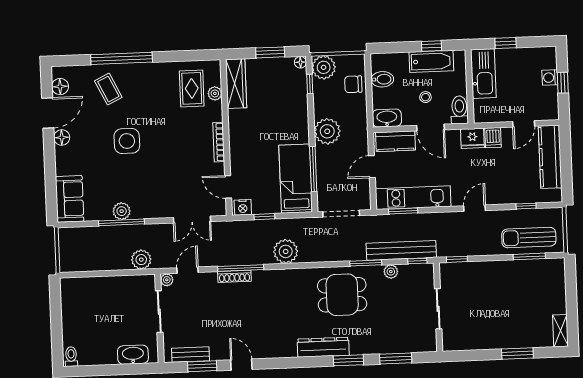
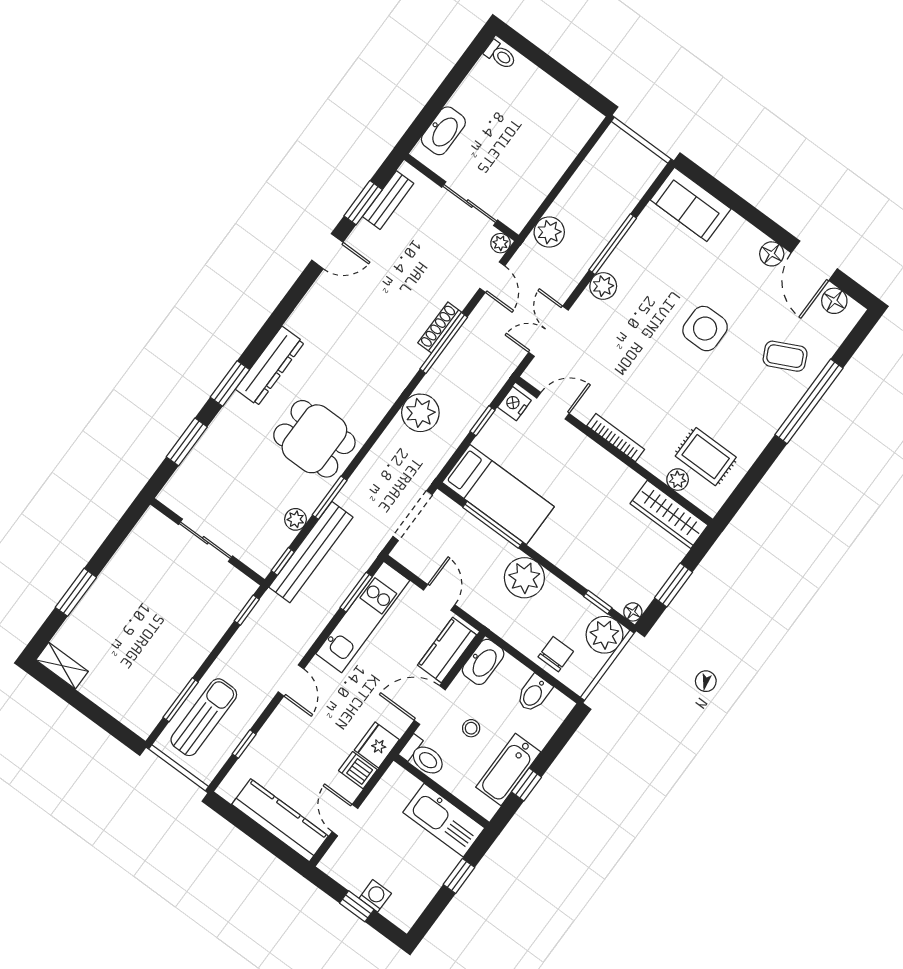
plant: (122, 211) -> (603, 286), moved
dining table: (342, 295) -> (314, 439), turned 90

